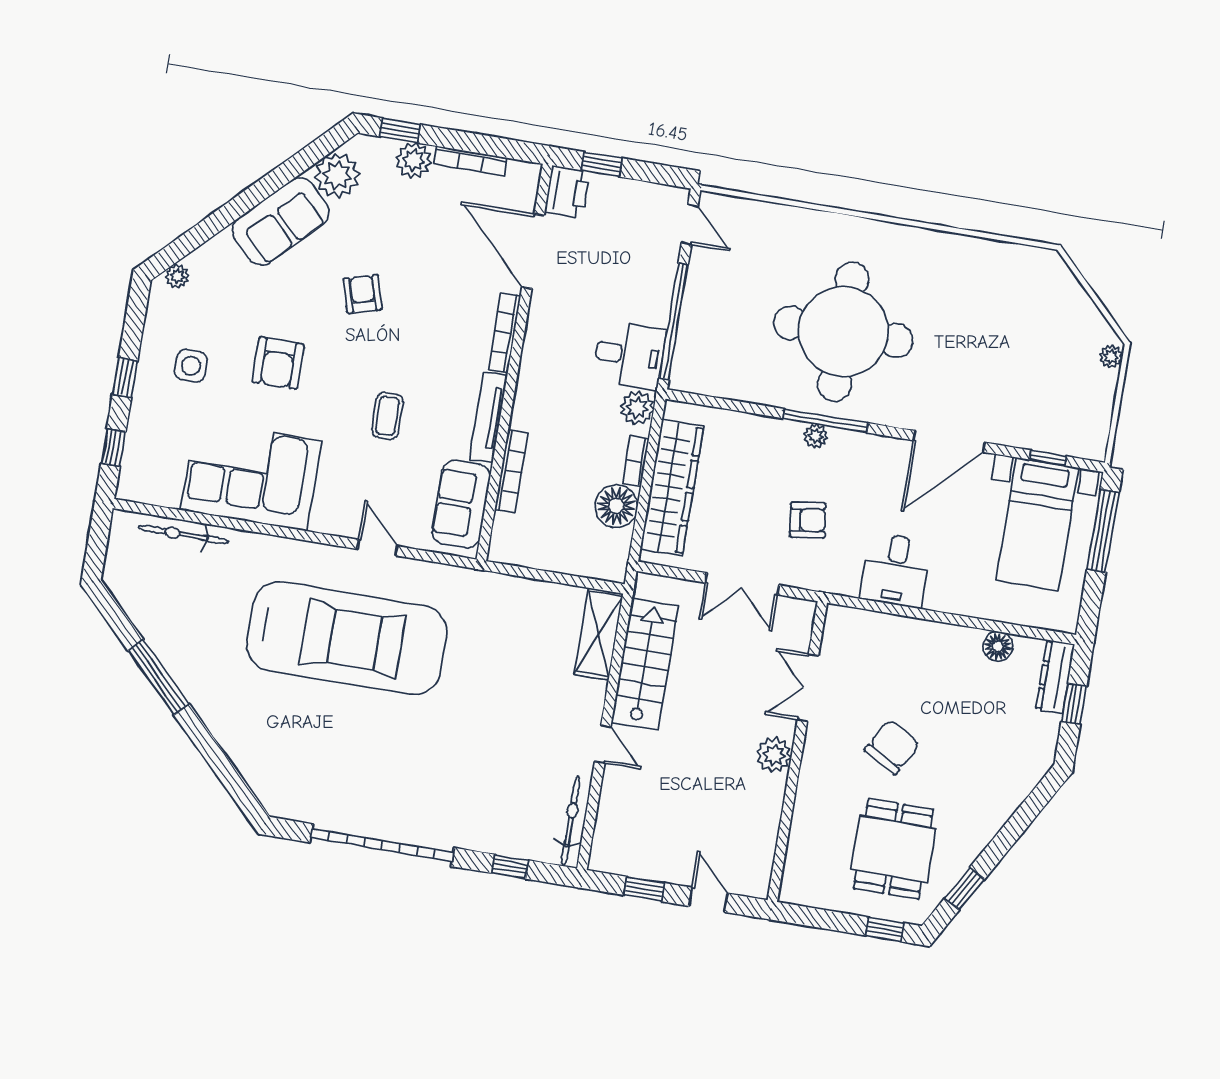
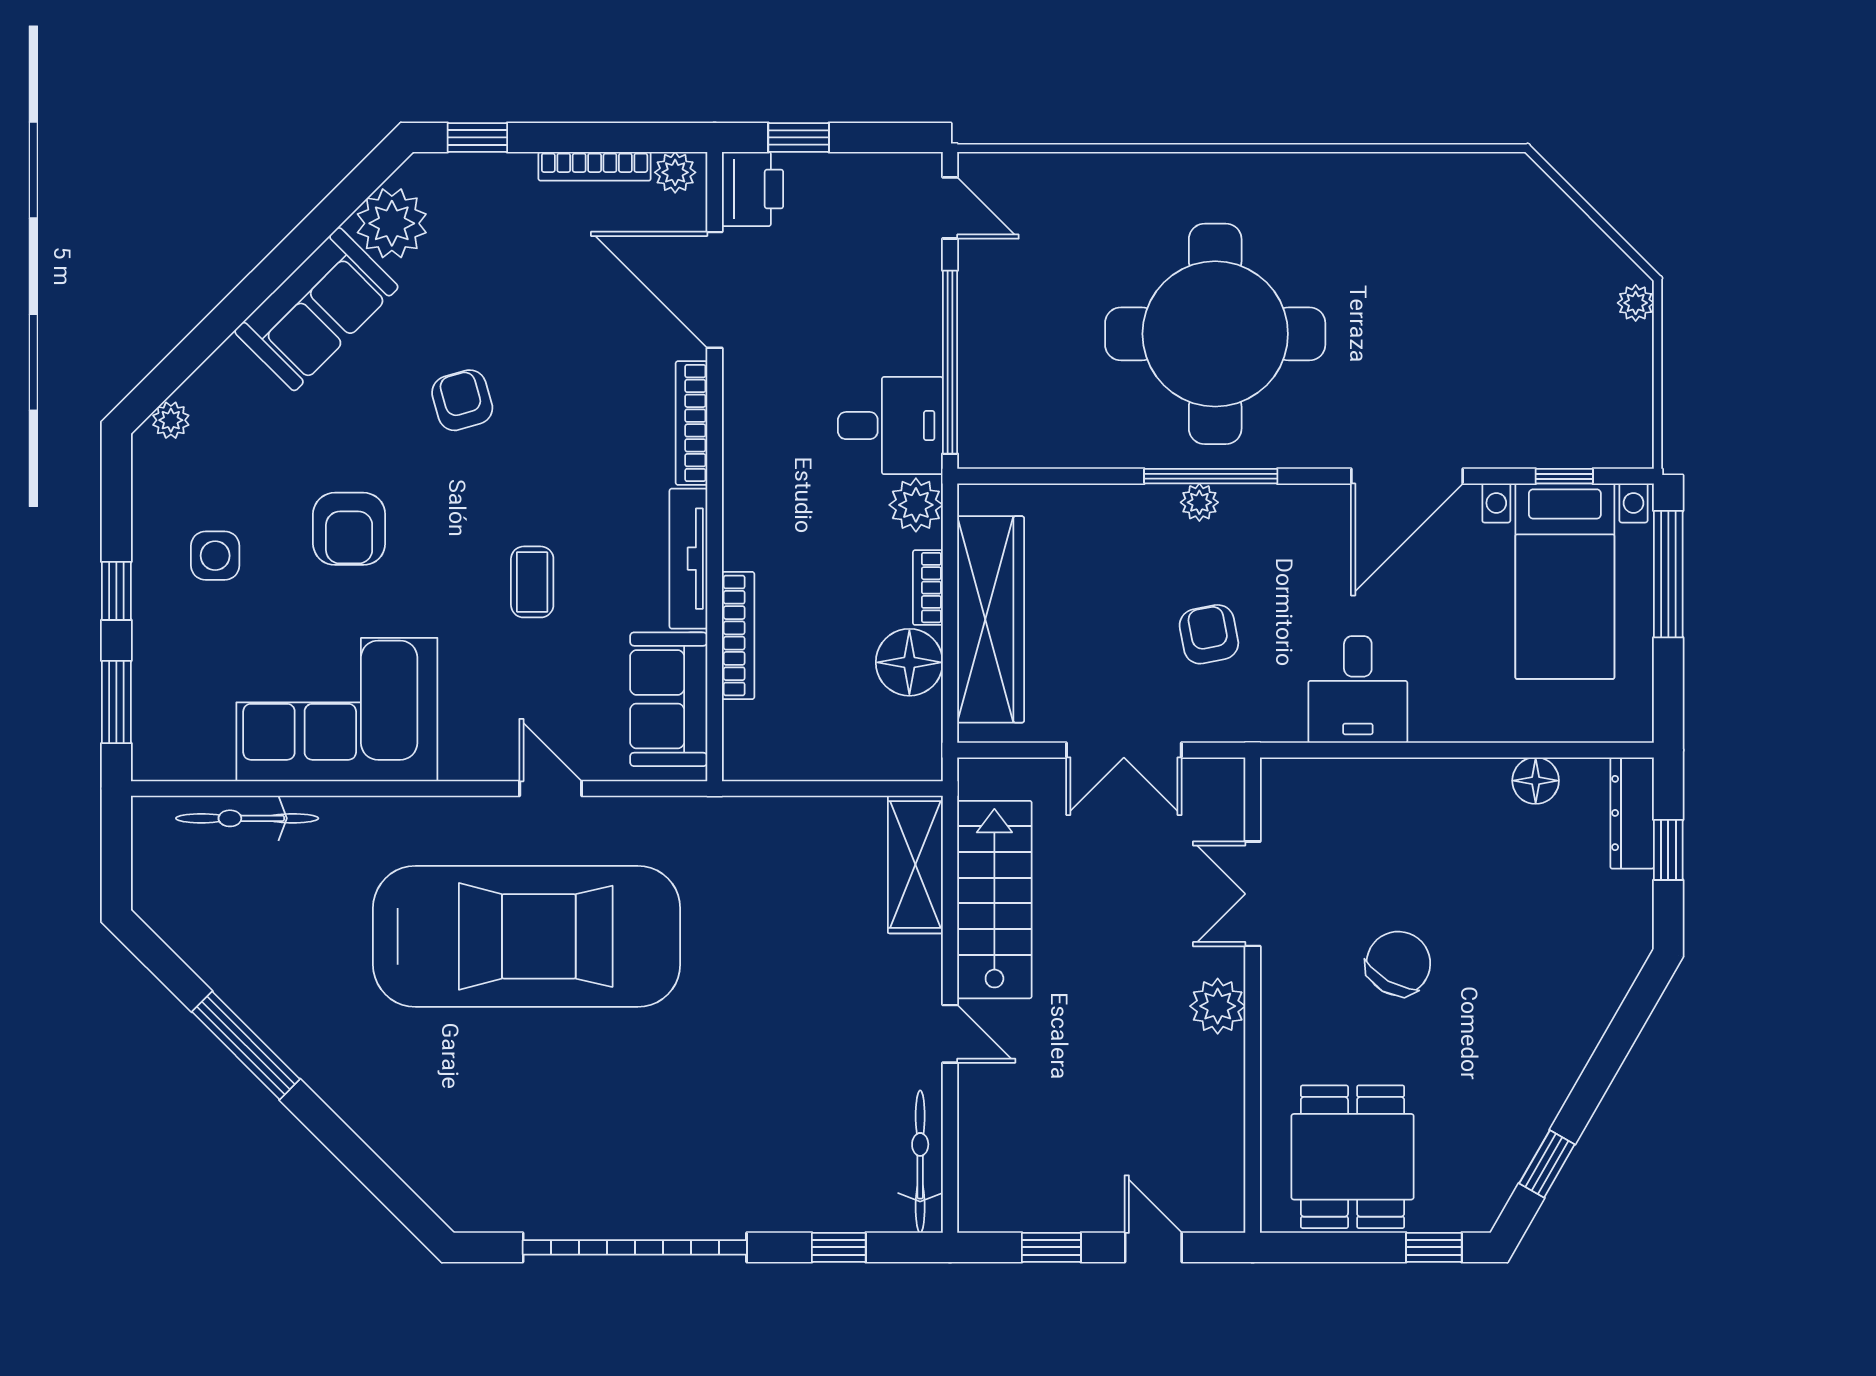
plant: (414, 160) -> (675, 172), moved, width x0.73, depth x0.73
window: (113, 448) -> (116, 702), width x1.50
armchair: (808, 520) -> (1209, 634), turned -93
dining table: (893, 849) -> (1353, 1157), moved

